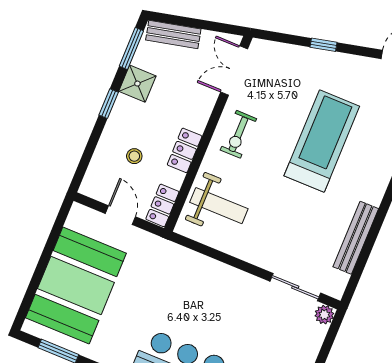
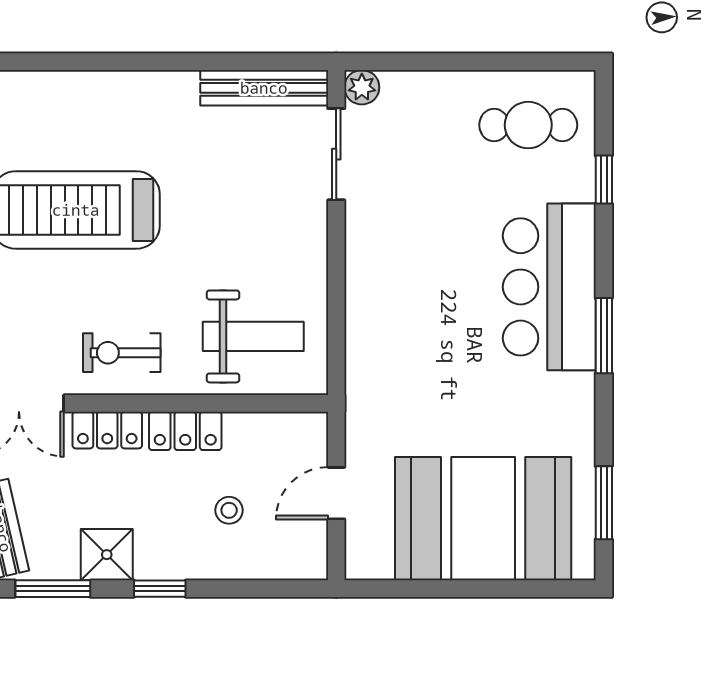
exercise bike: (238, 134) -> (122, 353), turned 180
locker: (162, 205) -> (107, 430), moved
weight bench: (219, 206) -> (253, 336), turned 90
bench: (356, 238) -> (264, 88), moved

